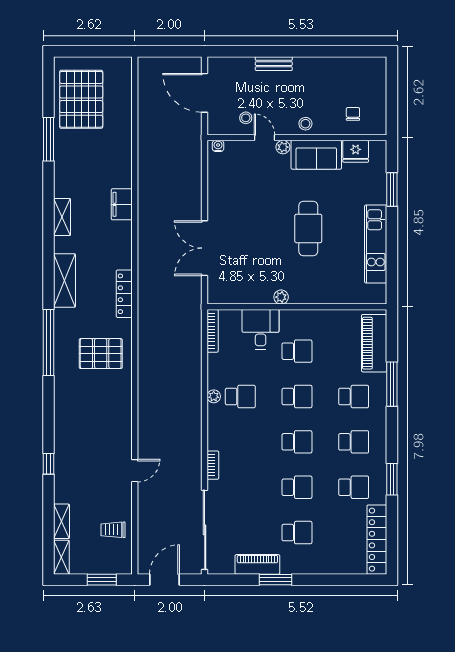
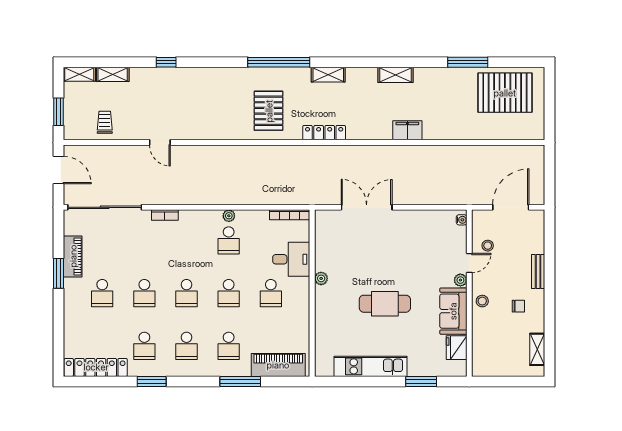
shelving: (357, 64) -> (537, 349), added
chair: (353, 114) -> (518, 306), moved
shelving: (64, 280) -> (328, 75), width x0.67, depth x0.75

